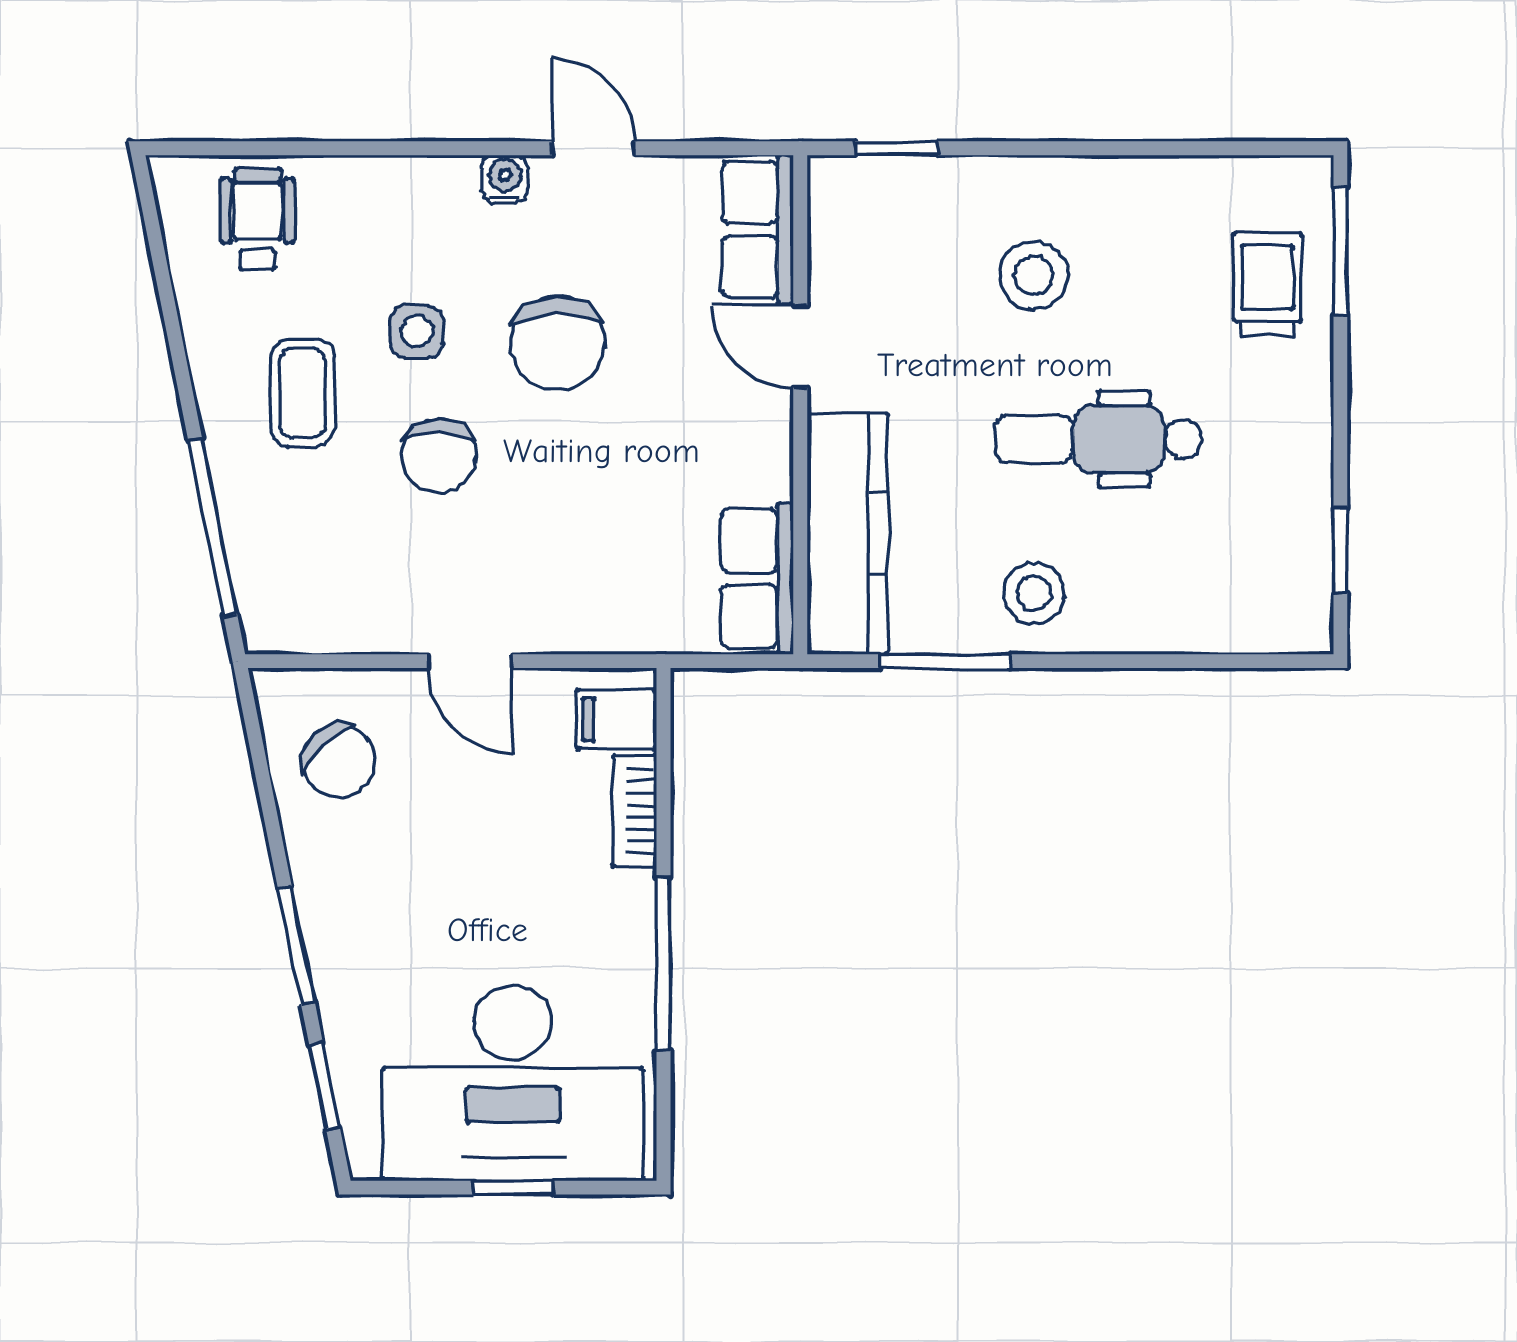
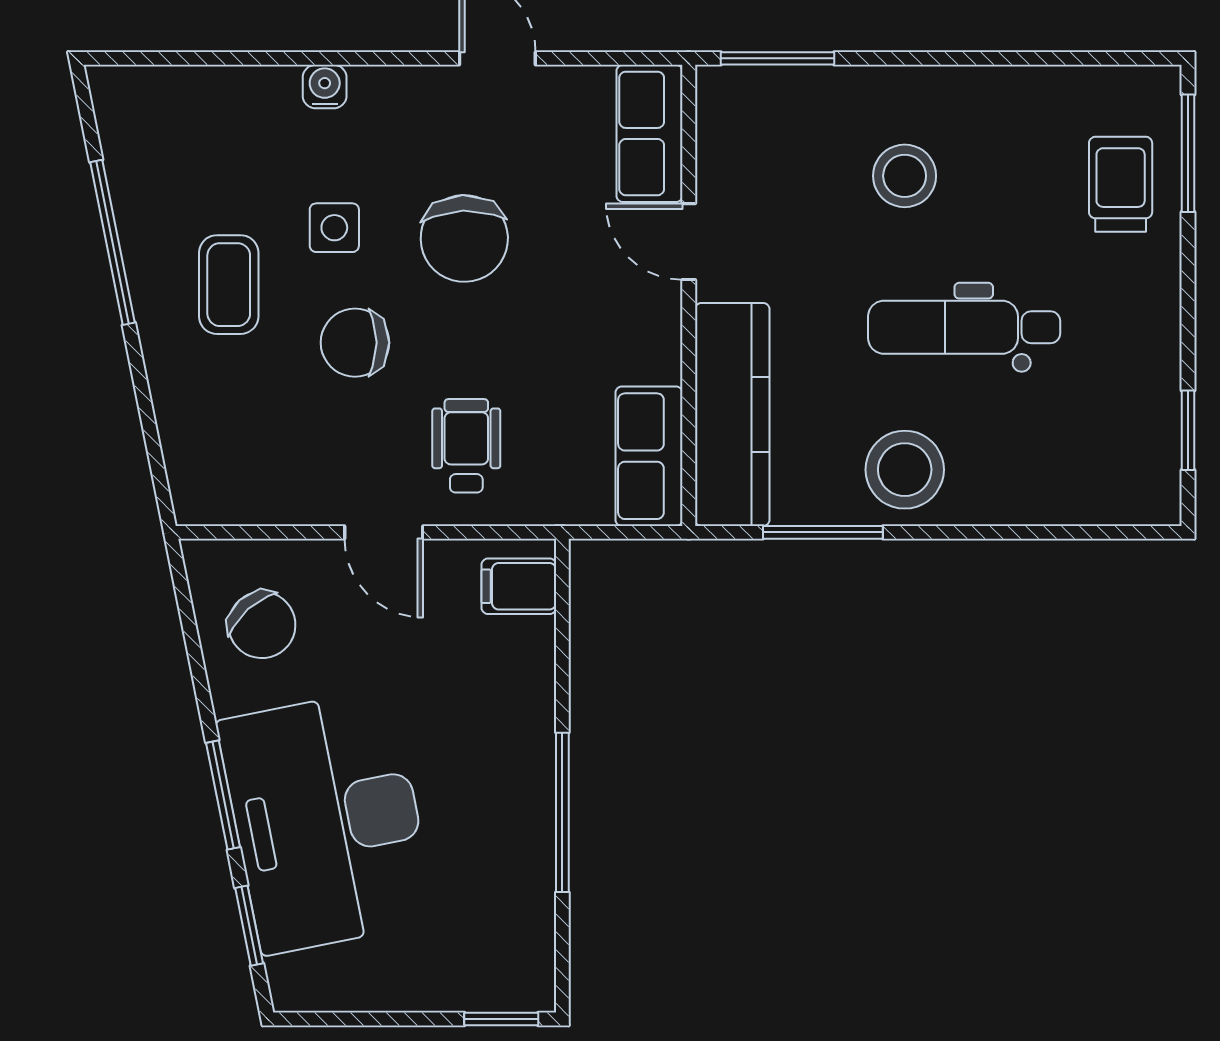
window: (896, 148) -> (777, 58), width x1.50
water cooler: (505, 179) -> (325, 87), moved
wheelchair: (258, 219) -> (466, 446), moved
chair: (439, 456) -> (355, 343), turned 90
window: (213, 527) -> (113, 242), moved
stool: (1034, 593) -> (905, 470), width x1.38, depth x1.38
bookcase: (634, 811) -> (535, 671), removed
desk: (513, 1083) -> (327, 821), moved, turned 79
window: (514, 1188) -> (501, 1019), moved

